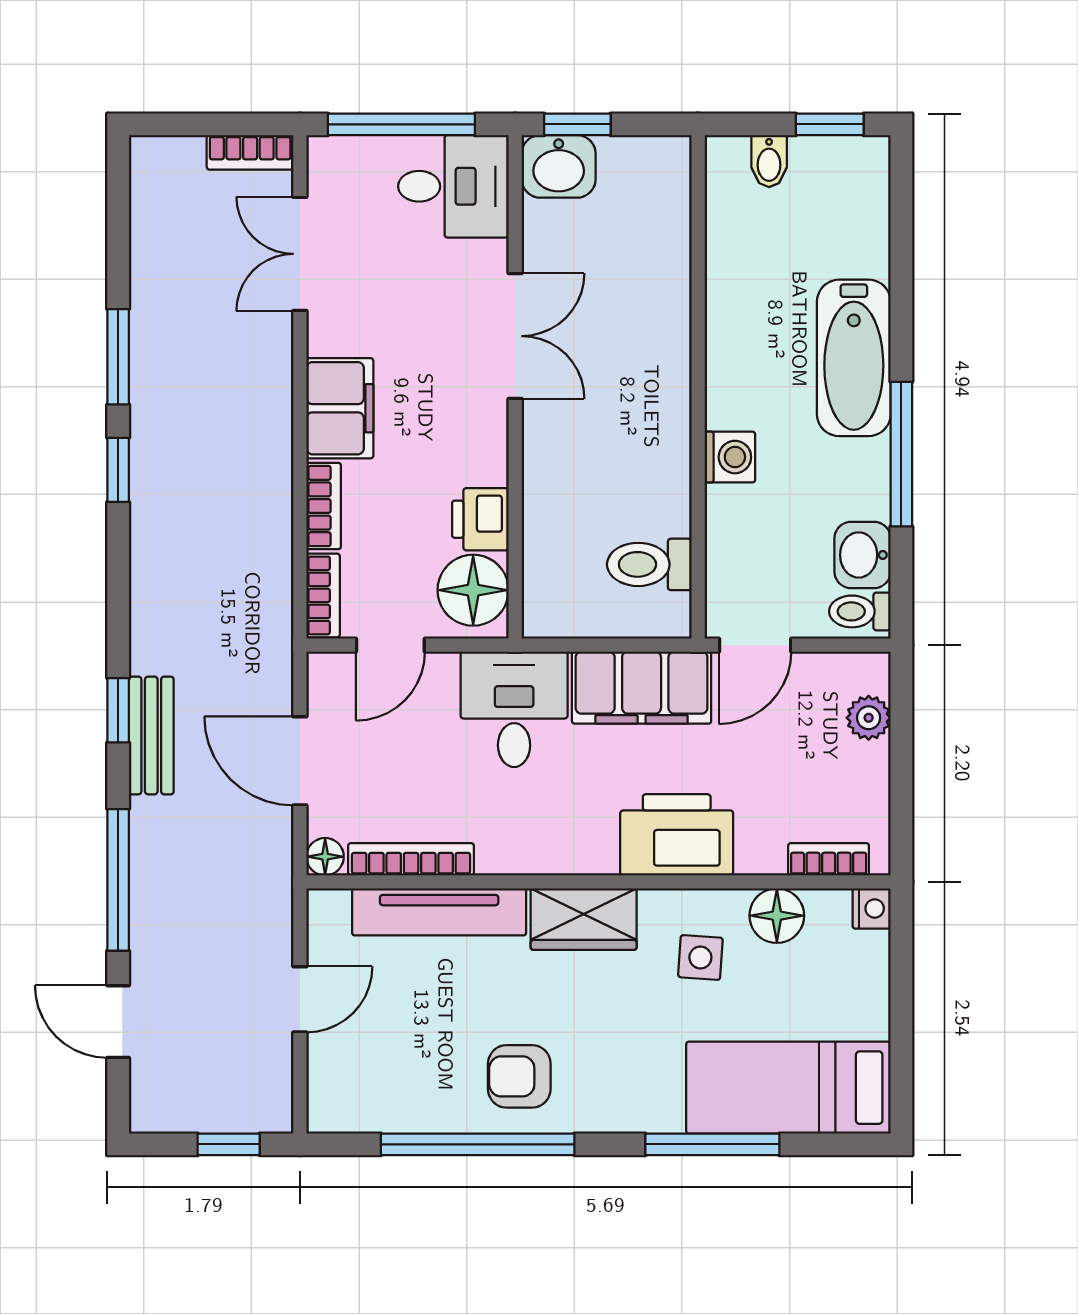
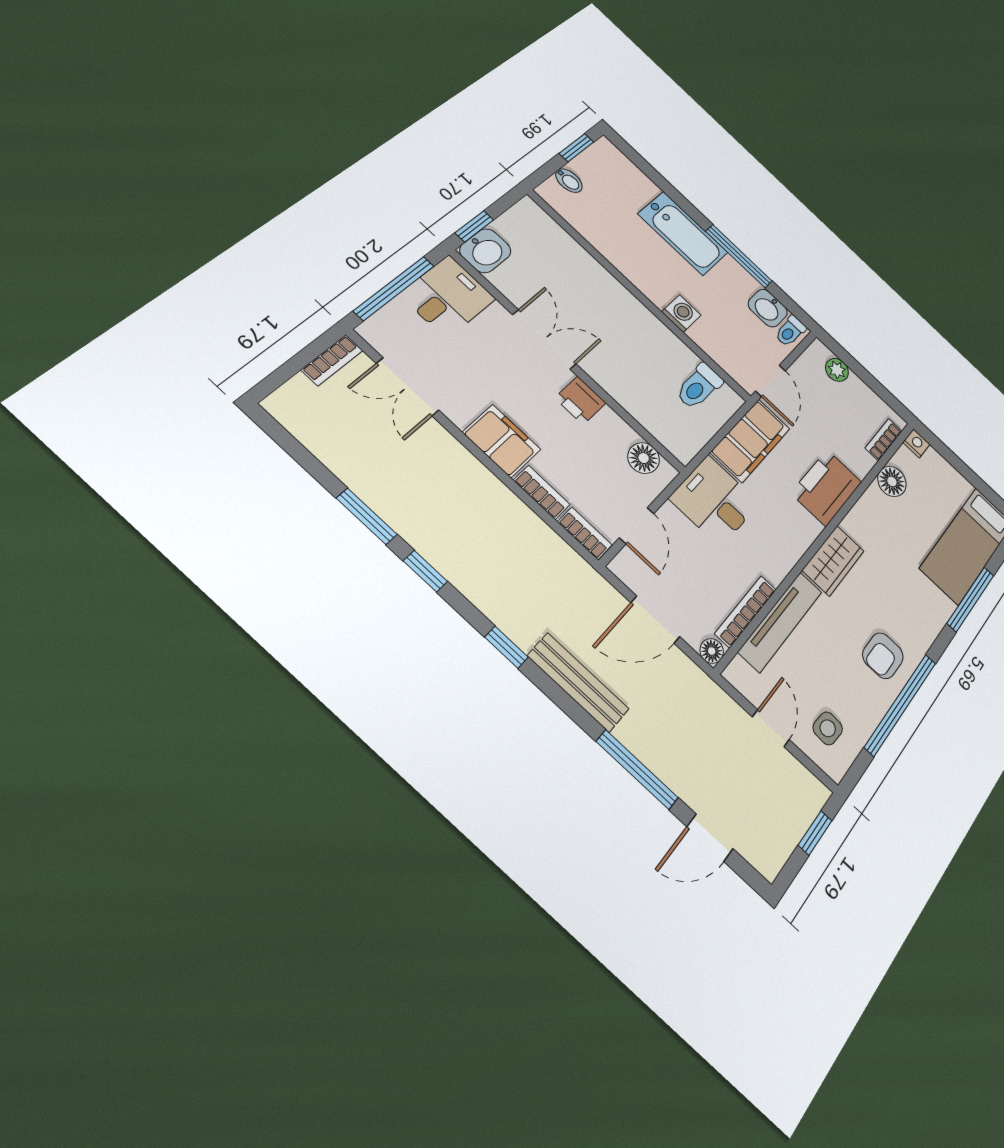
printer: (480, 519) -> (580, 400), moved
floor lamp: (473, 590) -> (644, 458), width x0.73, depth x0.73
window: (118, 710) -> (507, 647), moved
bench: (151, 735) -> (578, 682), width x1.36
side table: (700, 957) -> (828, 728), moved

